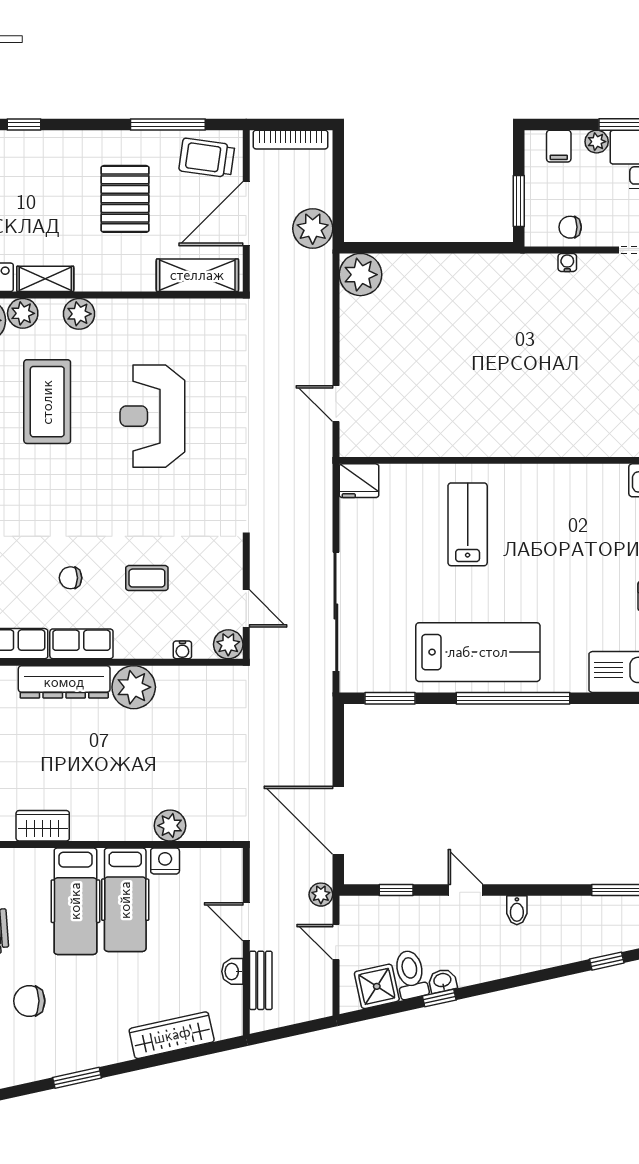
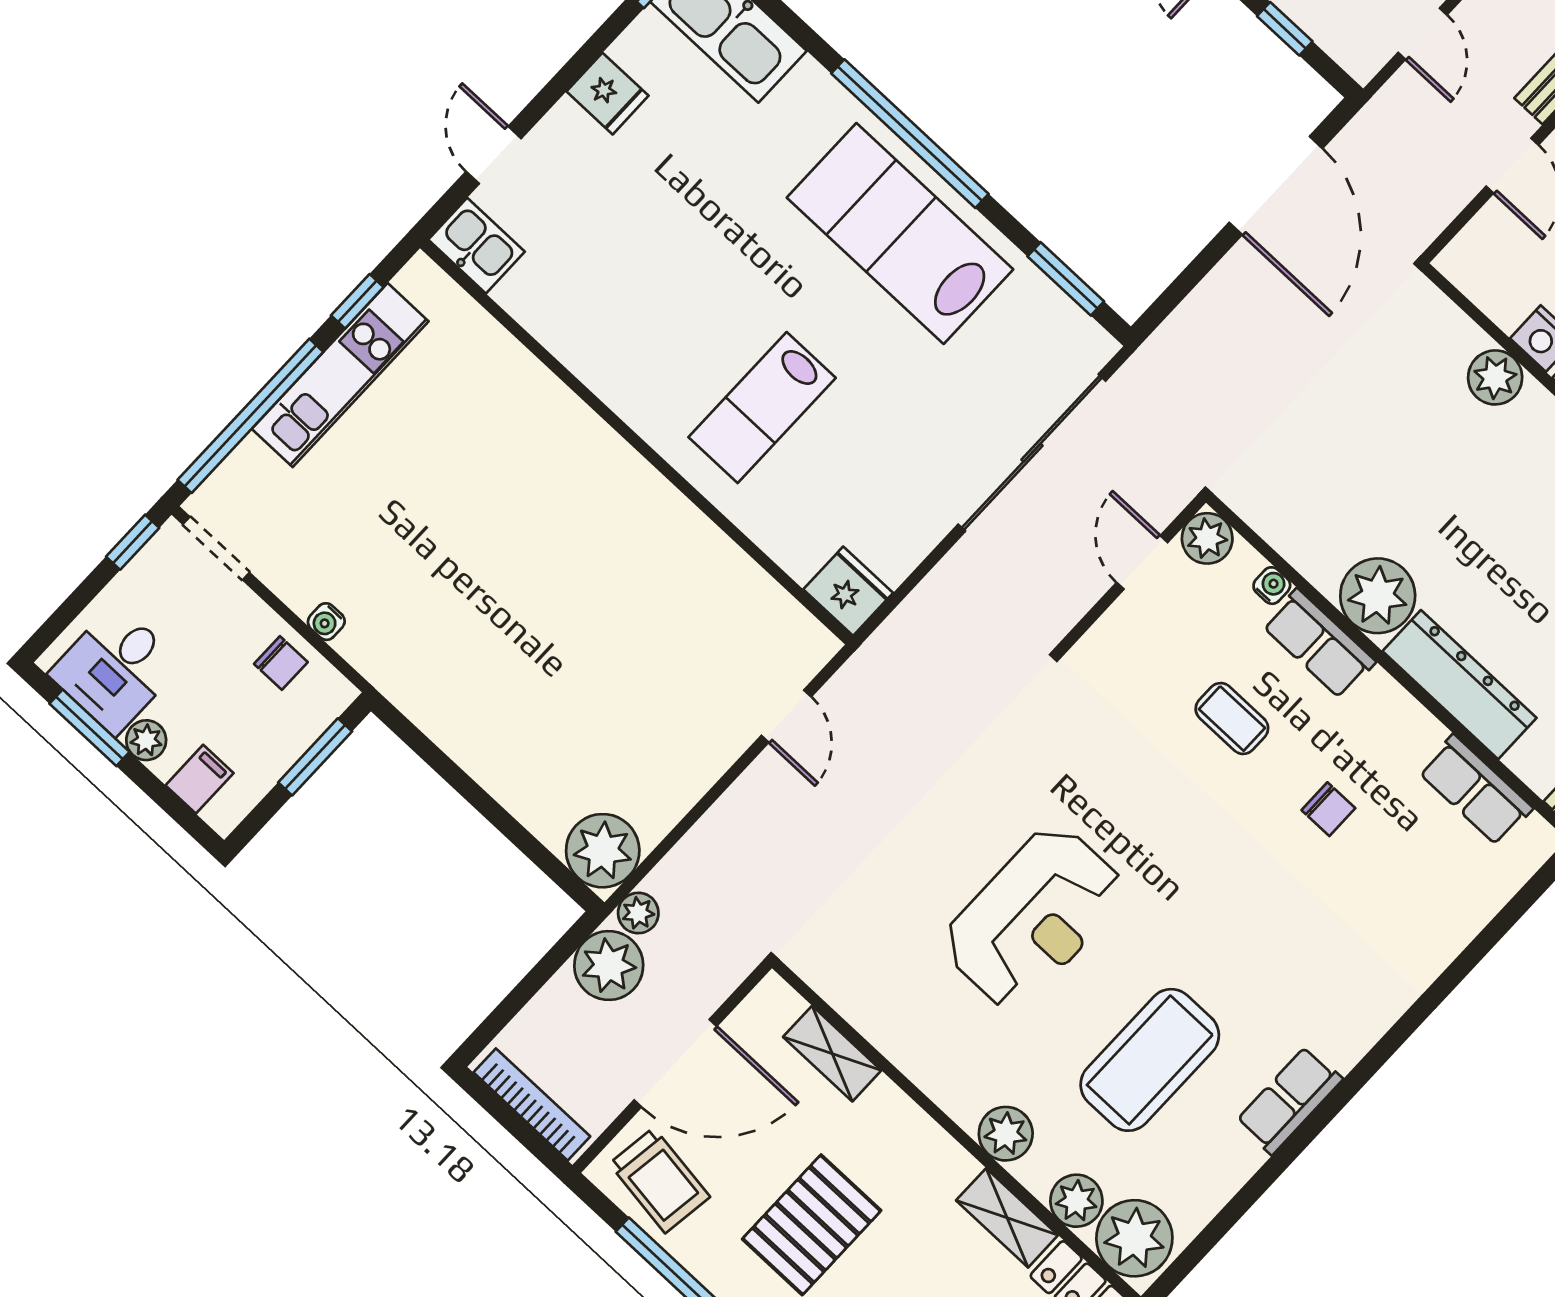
shelving: (197, 275) -> (832, 1054), width x0.67, depth x0.75
row of seats: (81, 644) -> (1319, 644), moved
plant: (321, 895) -> (638, 913), moved

